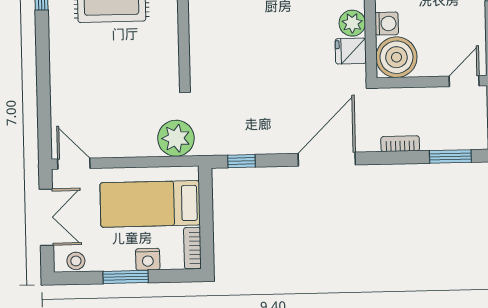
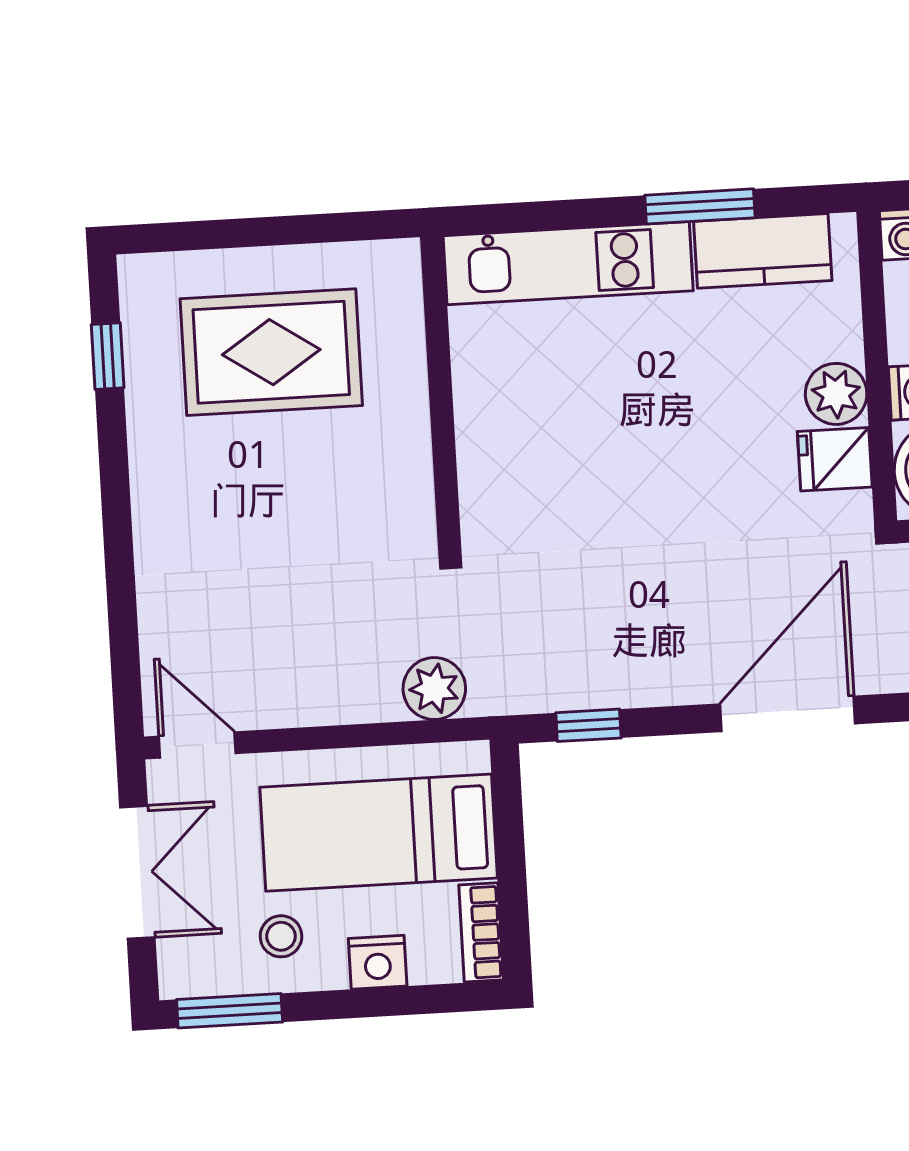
plant: (176, 138) -> (434, 689), width x0.73, depth x0.73
stool: (76, 261) -> (281, 936), moved
window: (126, 277) -> (230, 1011), moved

